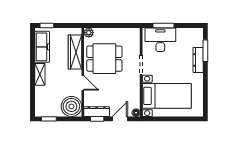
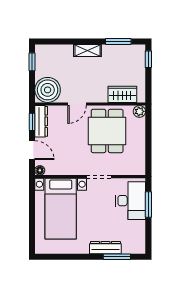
freezer: (42, 47) -> (122, 53), removed
window: (32, 50) -> (118, 41), added
wardrobe: (75, 52) -> (122, 94), width x0.67

